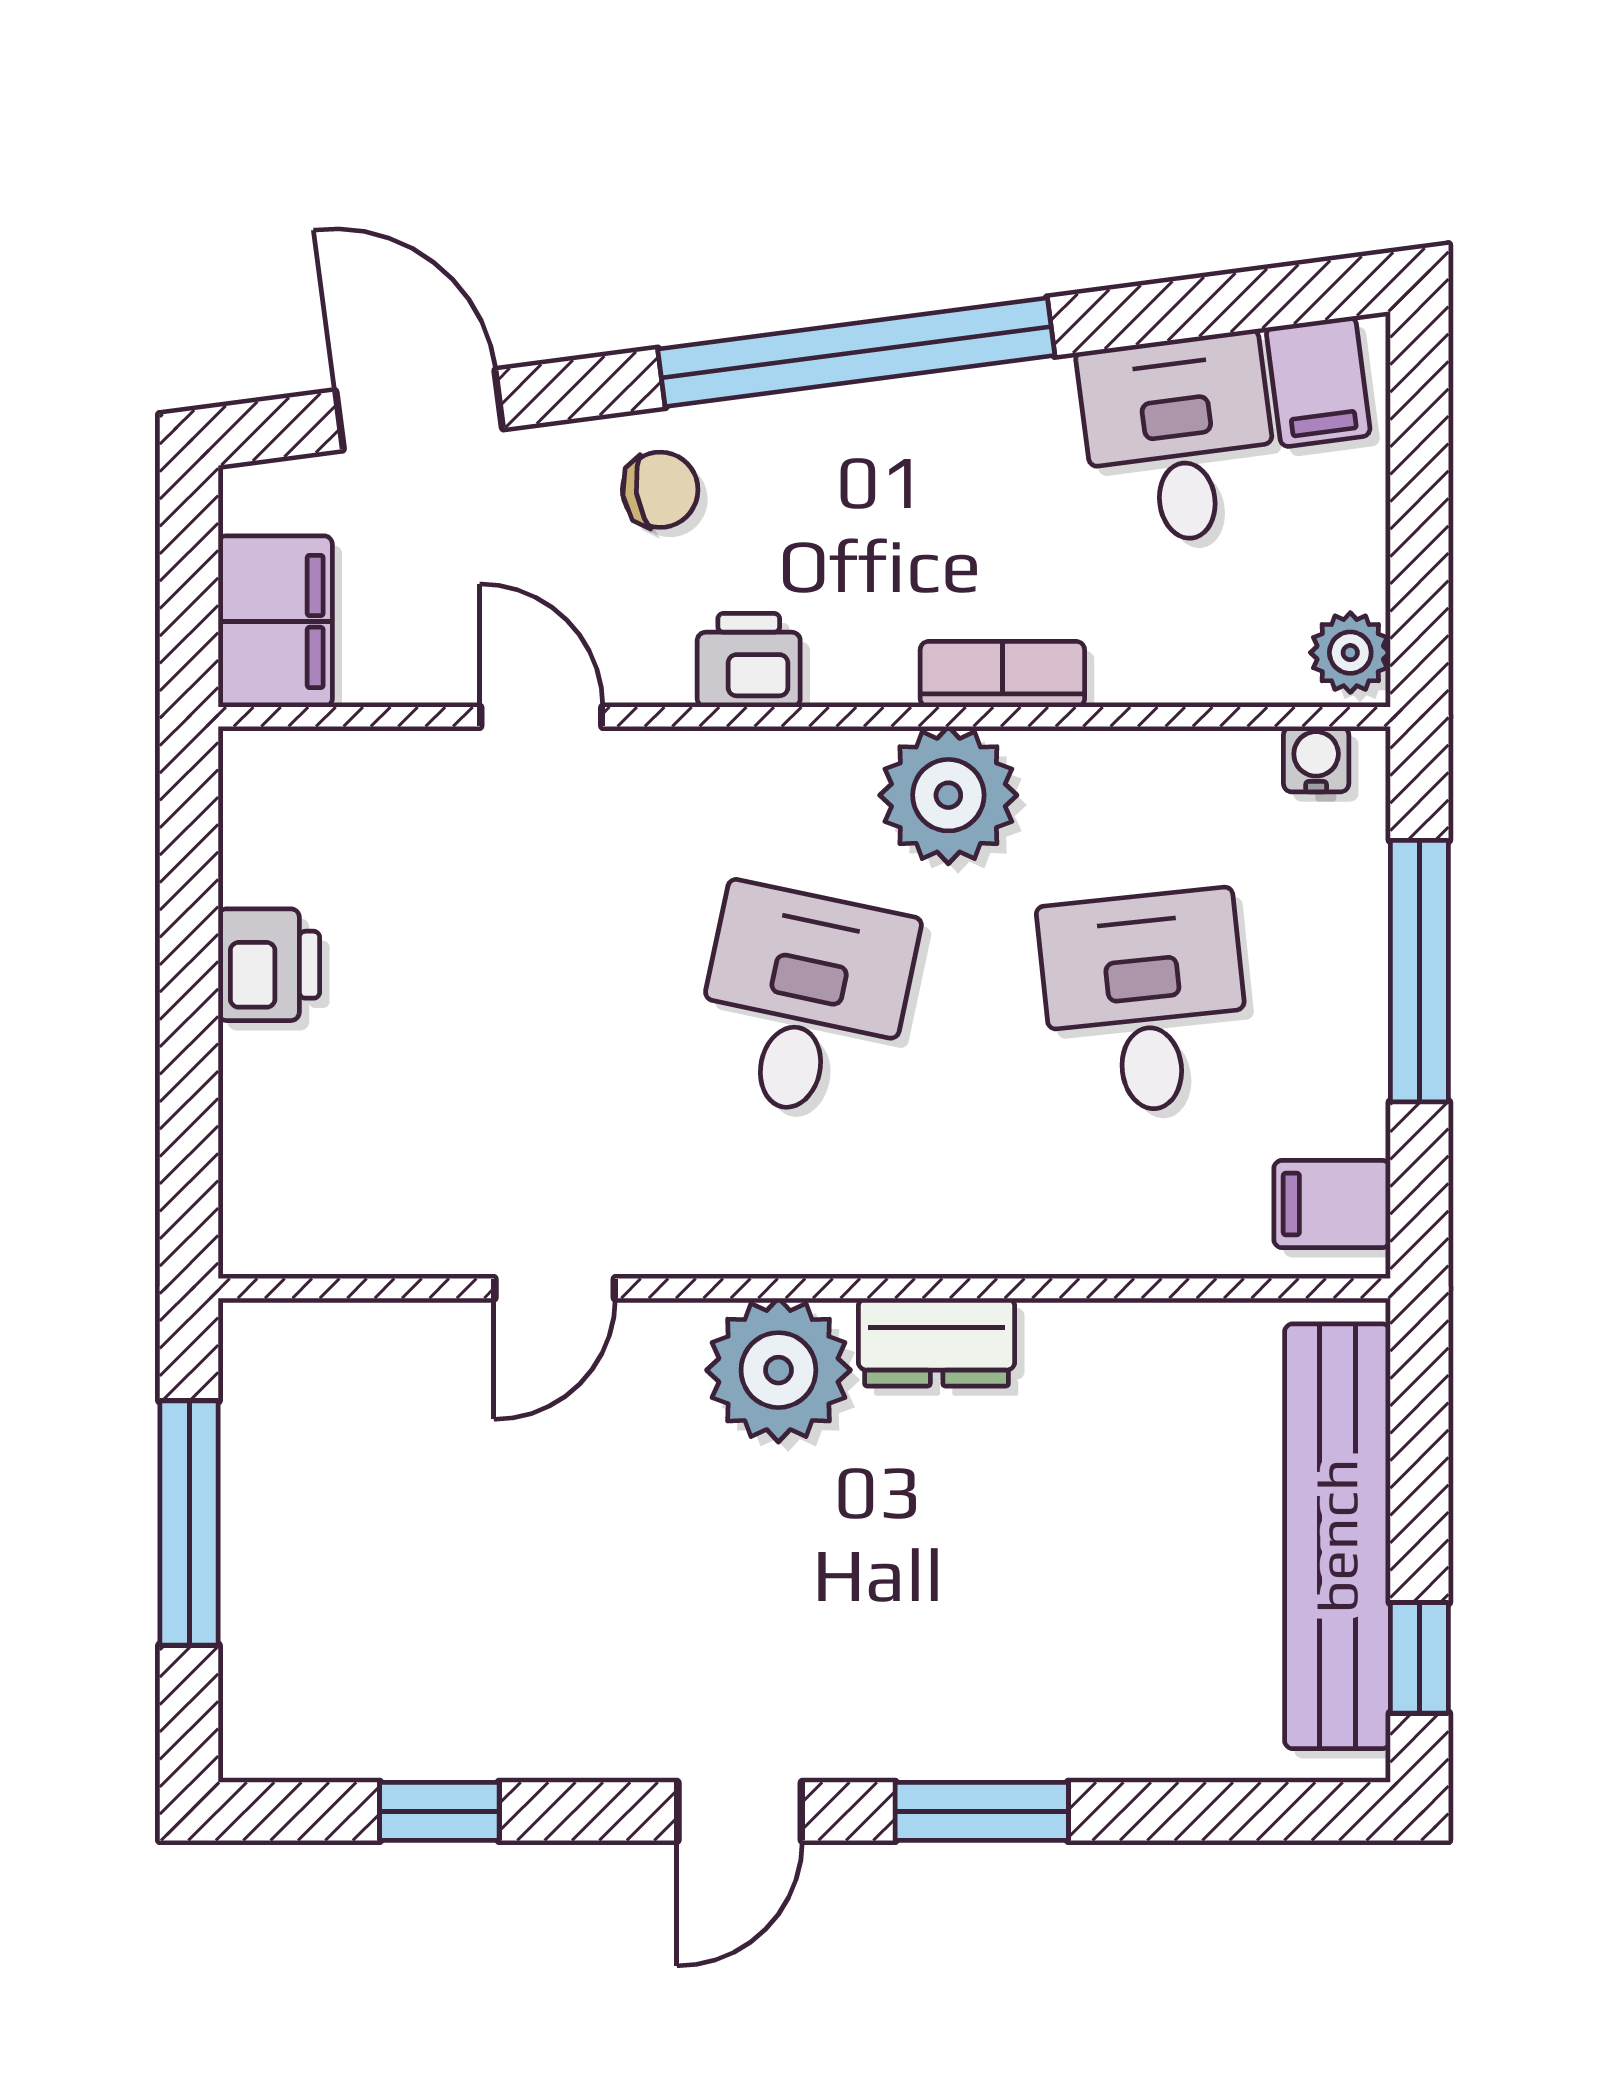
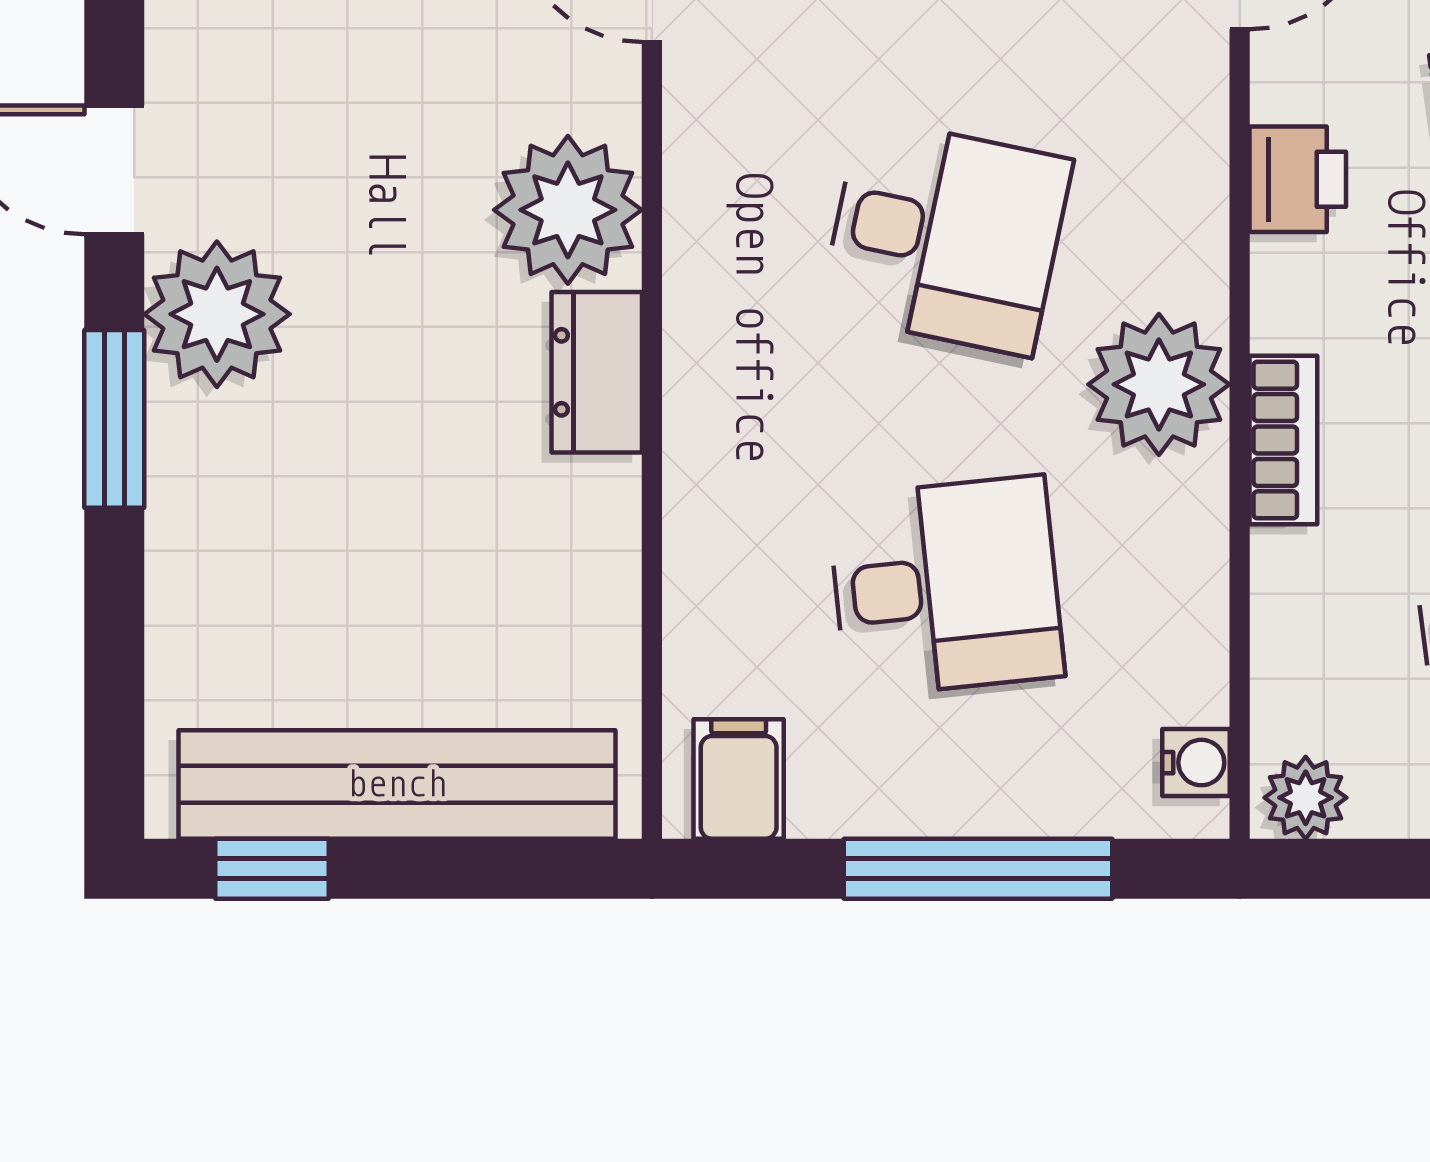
plant: (880, 1711) -> (217, 314), added

